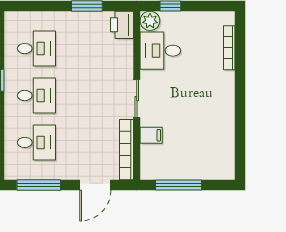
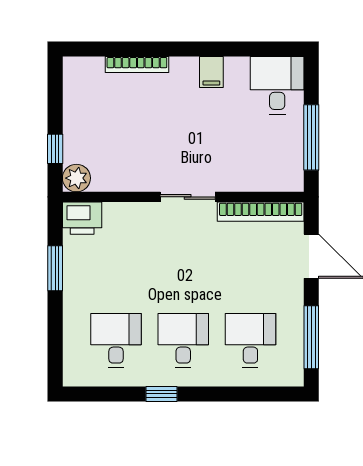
bookcase: (229, 48) -> (137, 65), moved
desk: (160, 51) -> (277, 85), moved, turned 180
filing cabinet: (151, 135) -> (211, 72), moved, turned 180

